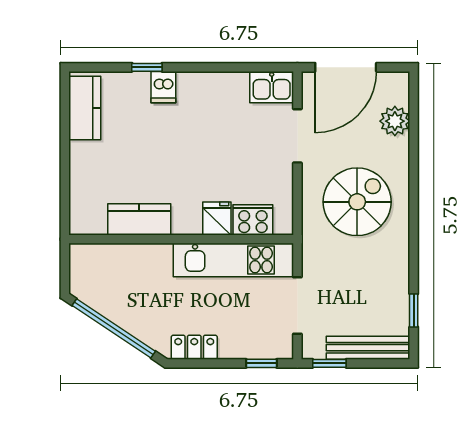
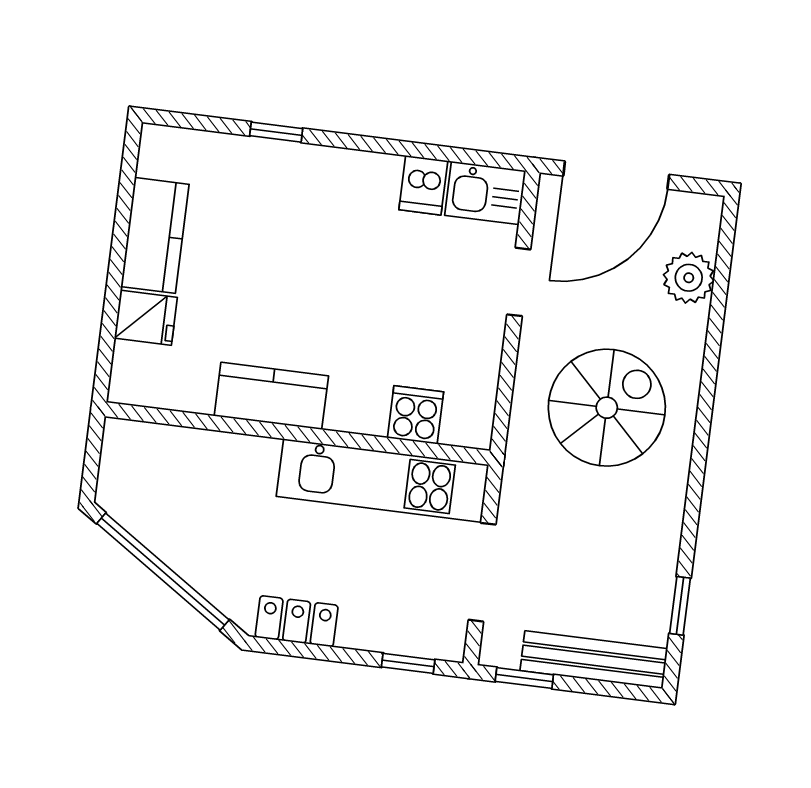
dishwasher: (163, 87) -> (423, 185), moved
kitchen counter: (85, 108) -> (155, 235), moved
doorway: (297, 136) -> (519, 282), width x0.73
fridge: (217, 218) -> (146, 318), moved, turned 90
kitchen counter: (139, 219) -> (271, 396), moved
cooker: (253, 220) -> (415, 415), width x0.73

